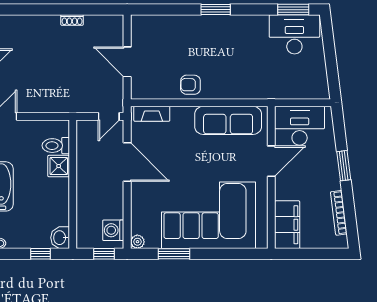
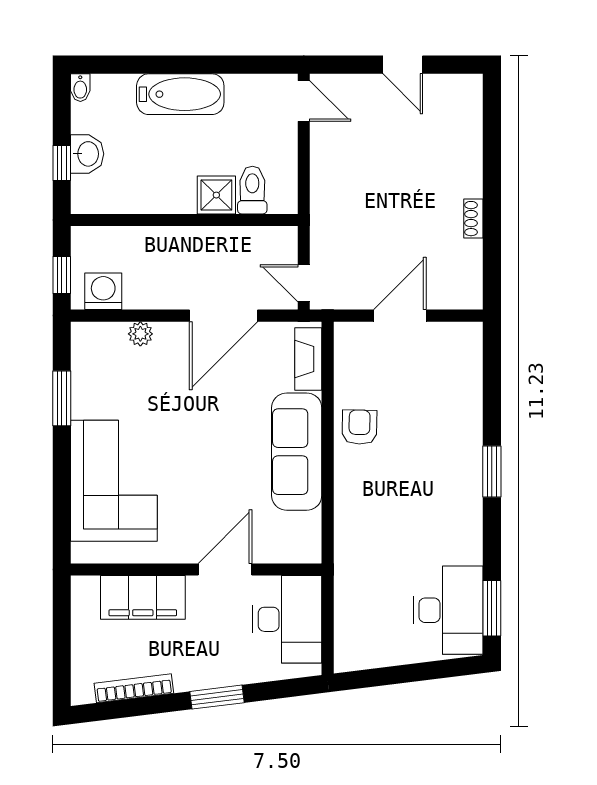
sofa: (228, 120) -> (297, 452), moved
door: (271, 161) -> (225, 569), swing flipped
corner sofa: (208, 215) -> (114, 481), width x0.73, depth x0.74
filing cabinet: (287, 225) -> (143, 597), moved
washbasin: (60, 238) -> (87, 154), moved, turned 90
plant: (137, 242) -> (140, 334), moved

